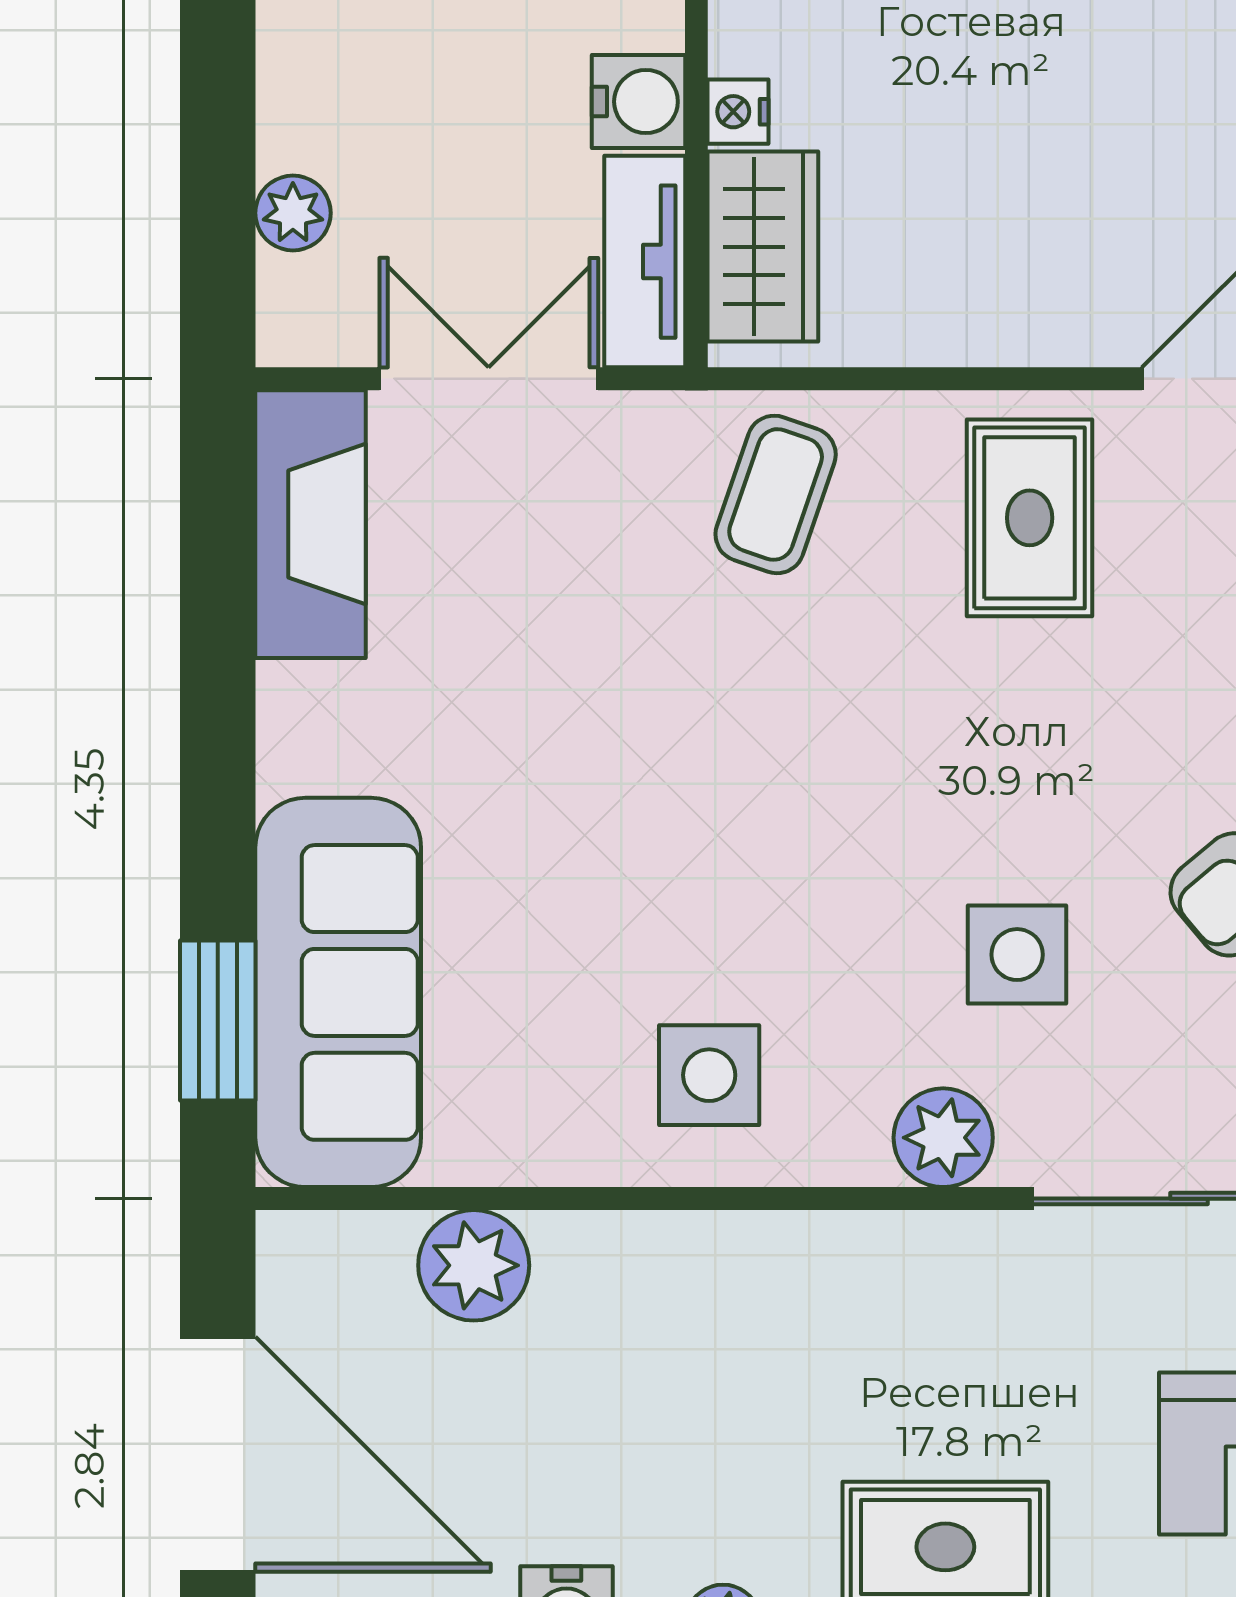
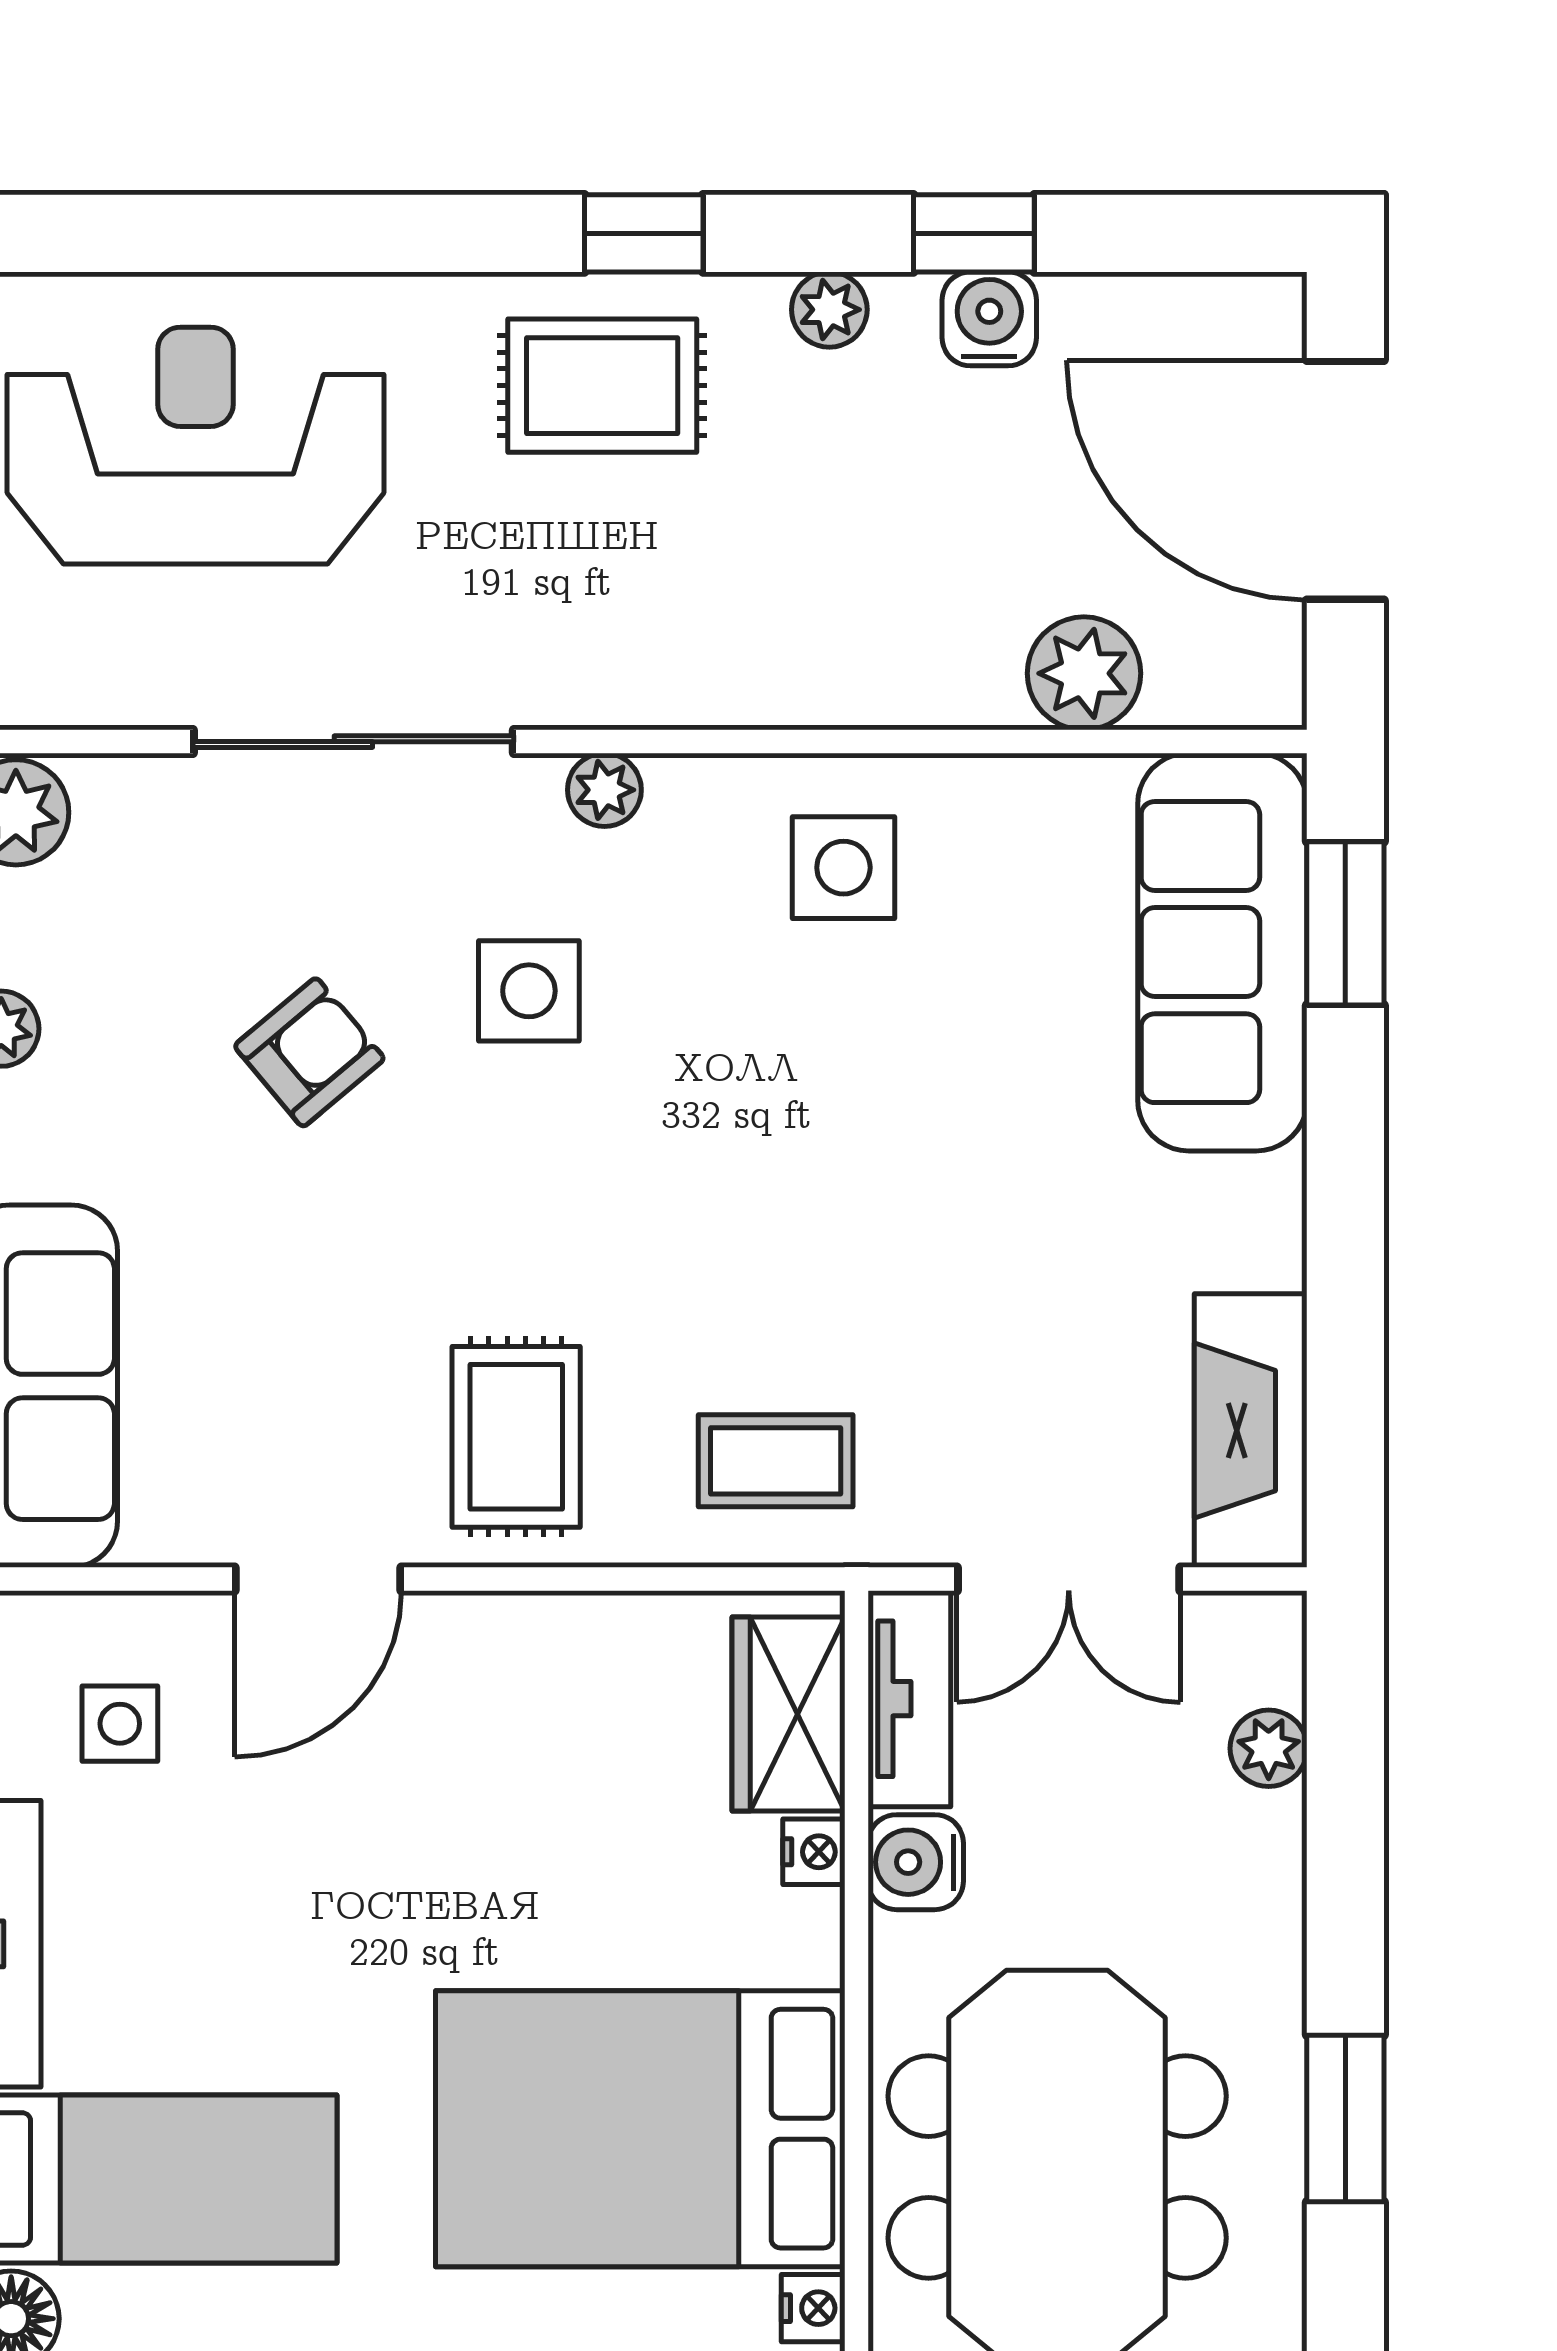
coffee table: (776, 494) -> (776, 1461), turned 71
plant: (943, 1138) -> (604, 790), width x0.73, depth x0.73

